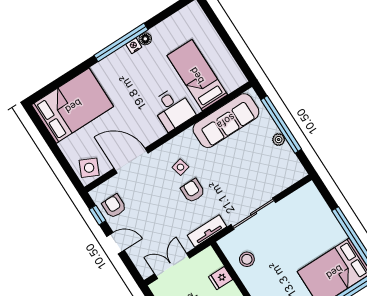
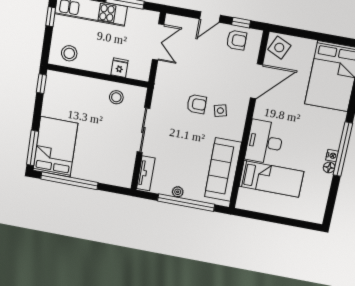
desk: (173, 109) -> (265, 142), width x1.37
tv unit: (207, 231) -> (146, 173), moved

